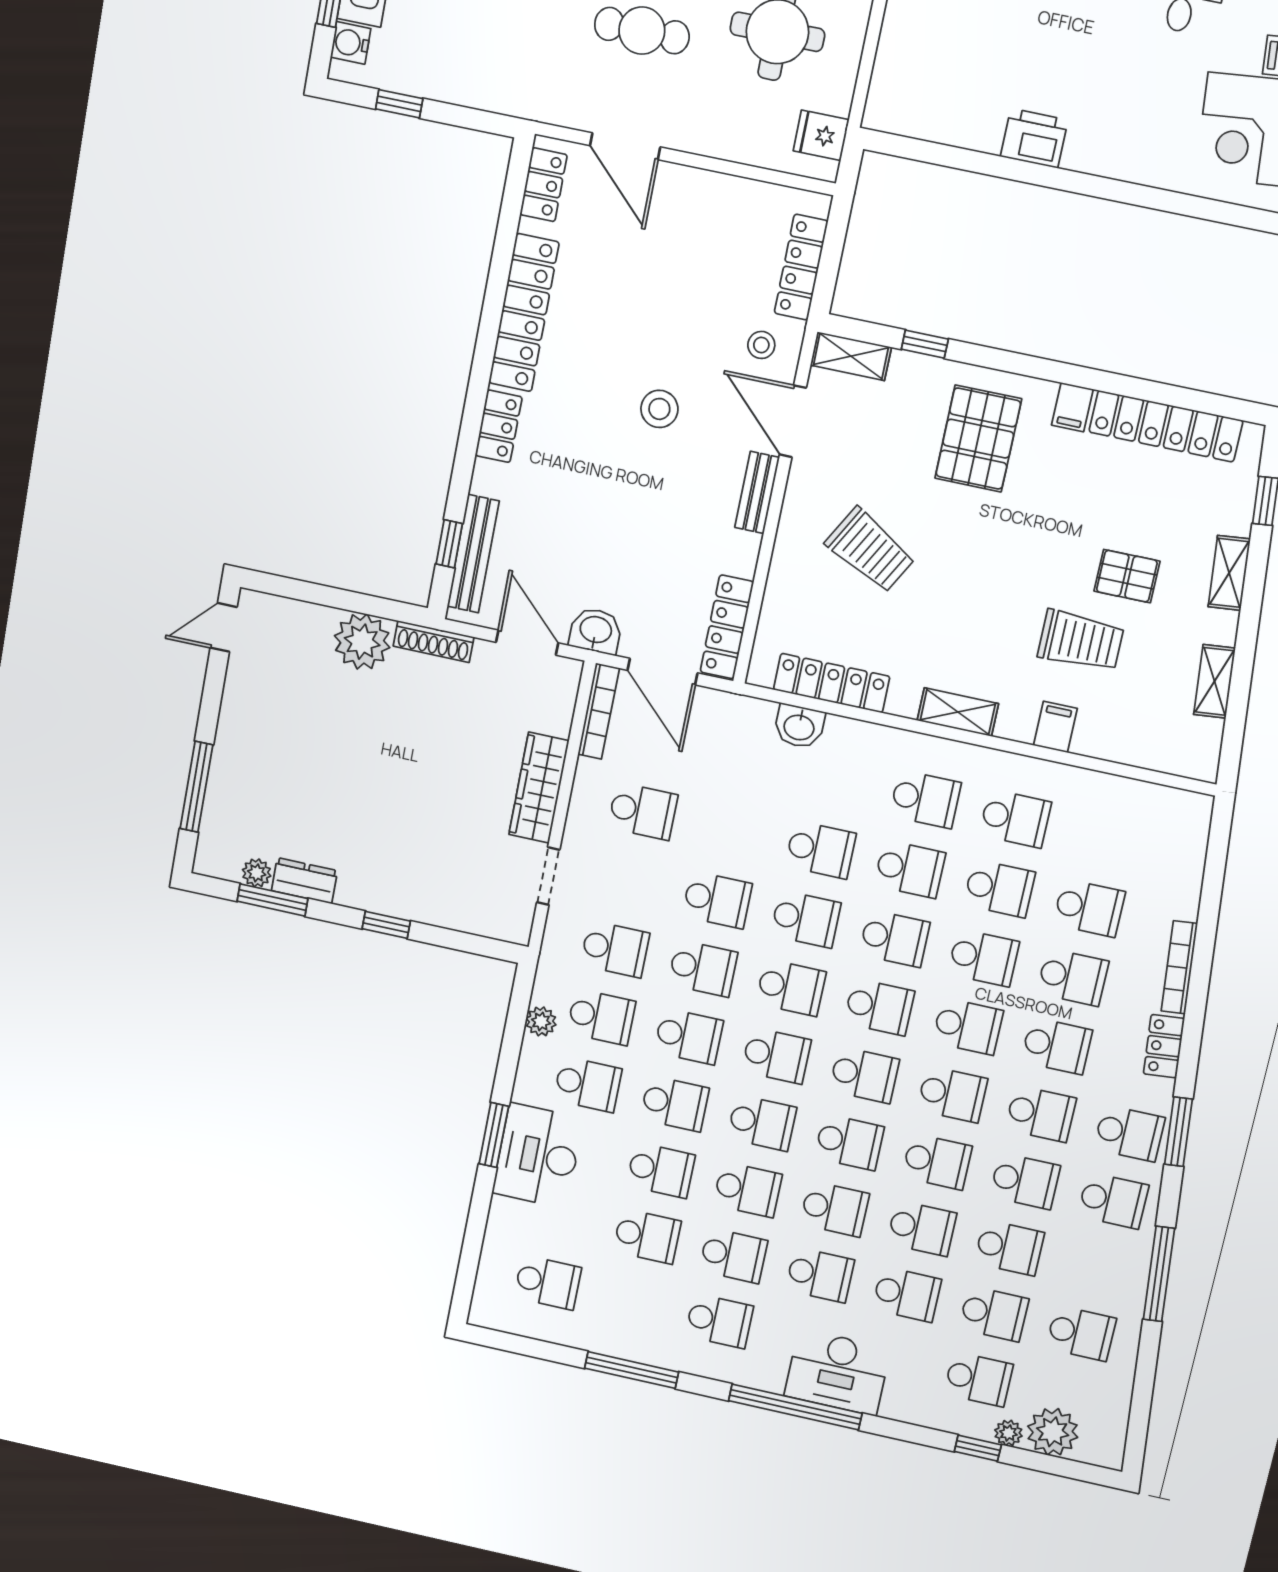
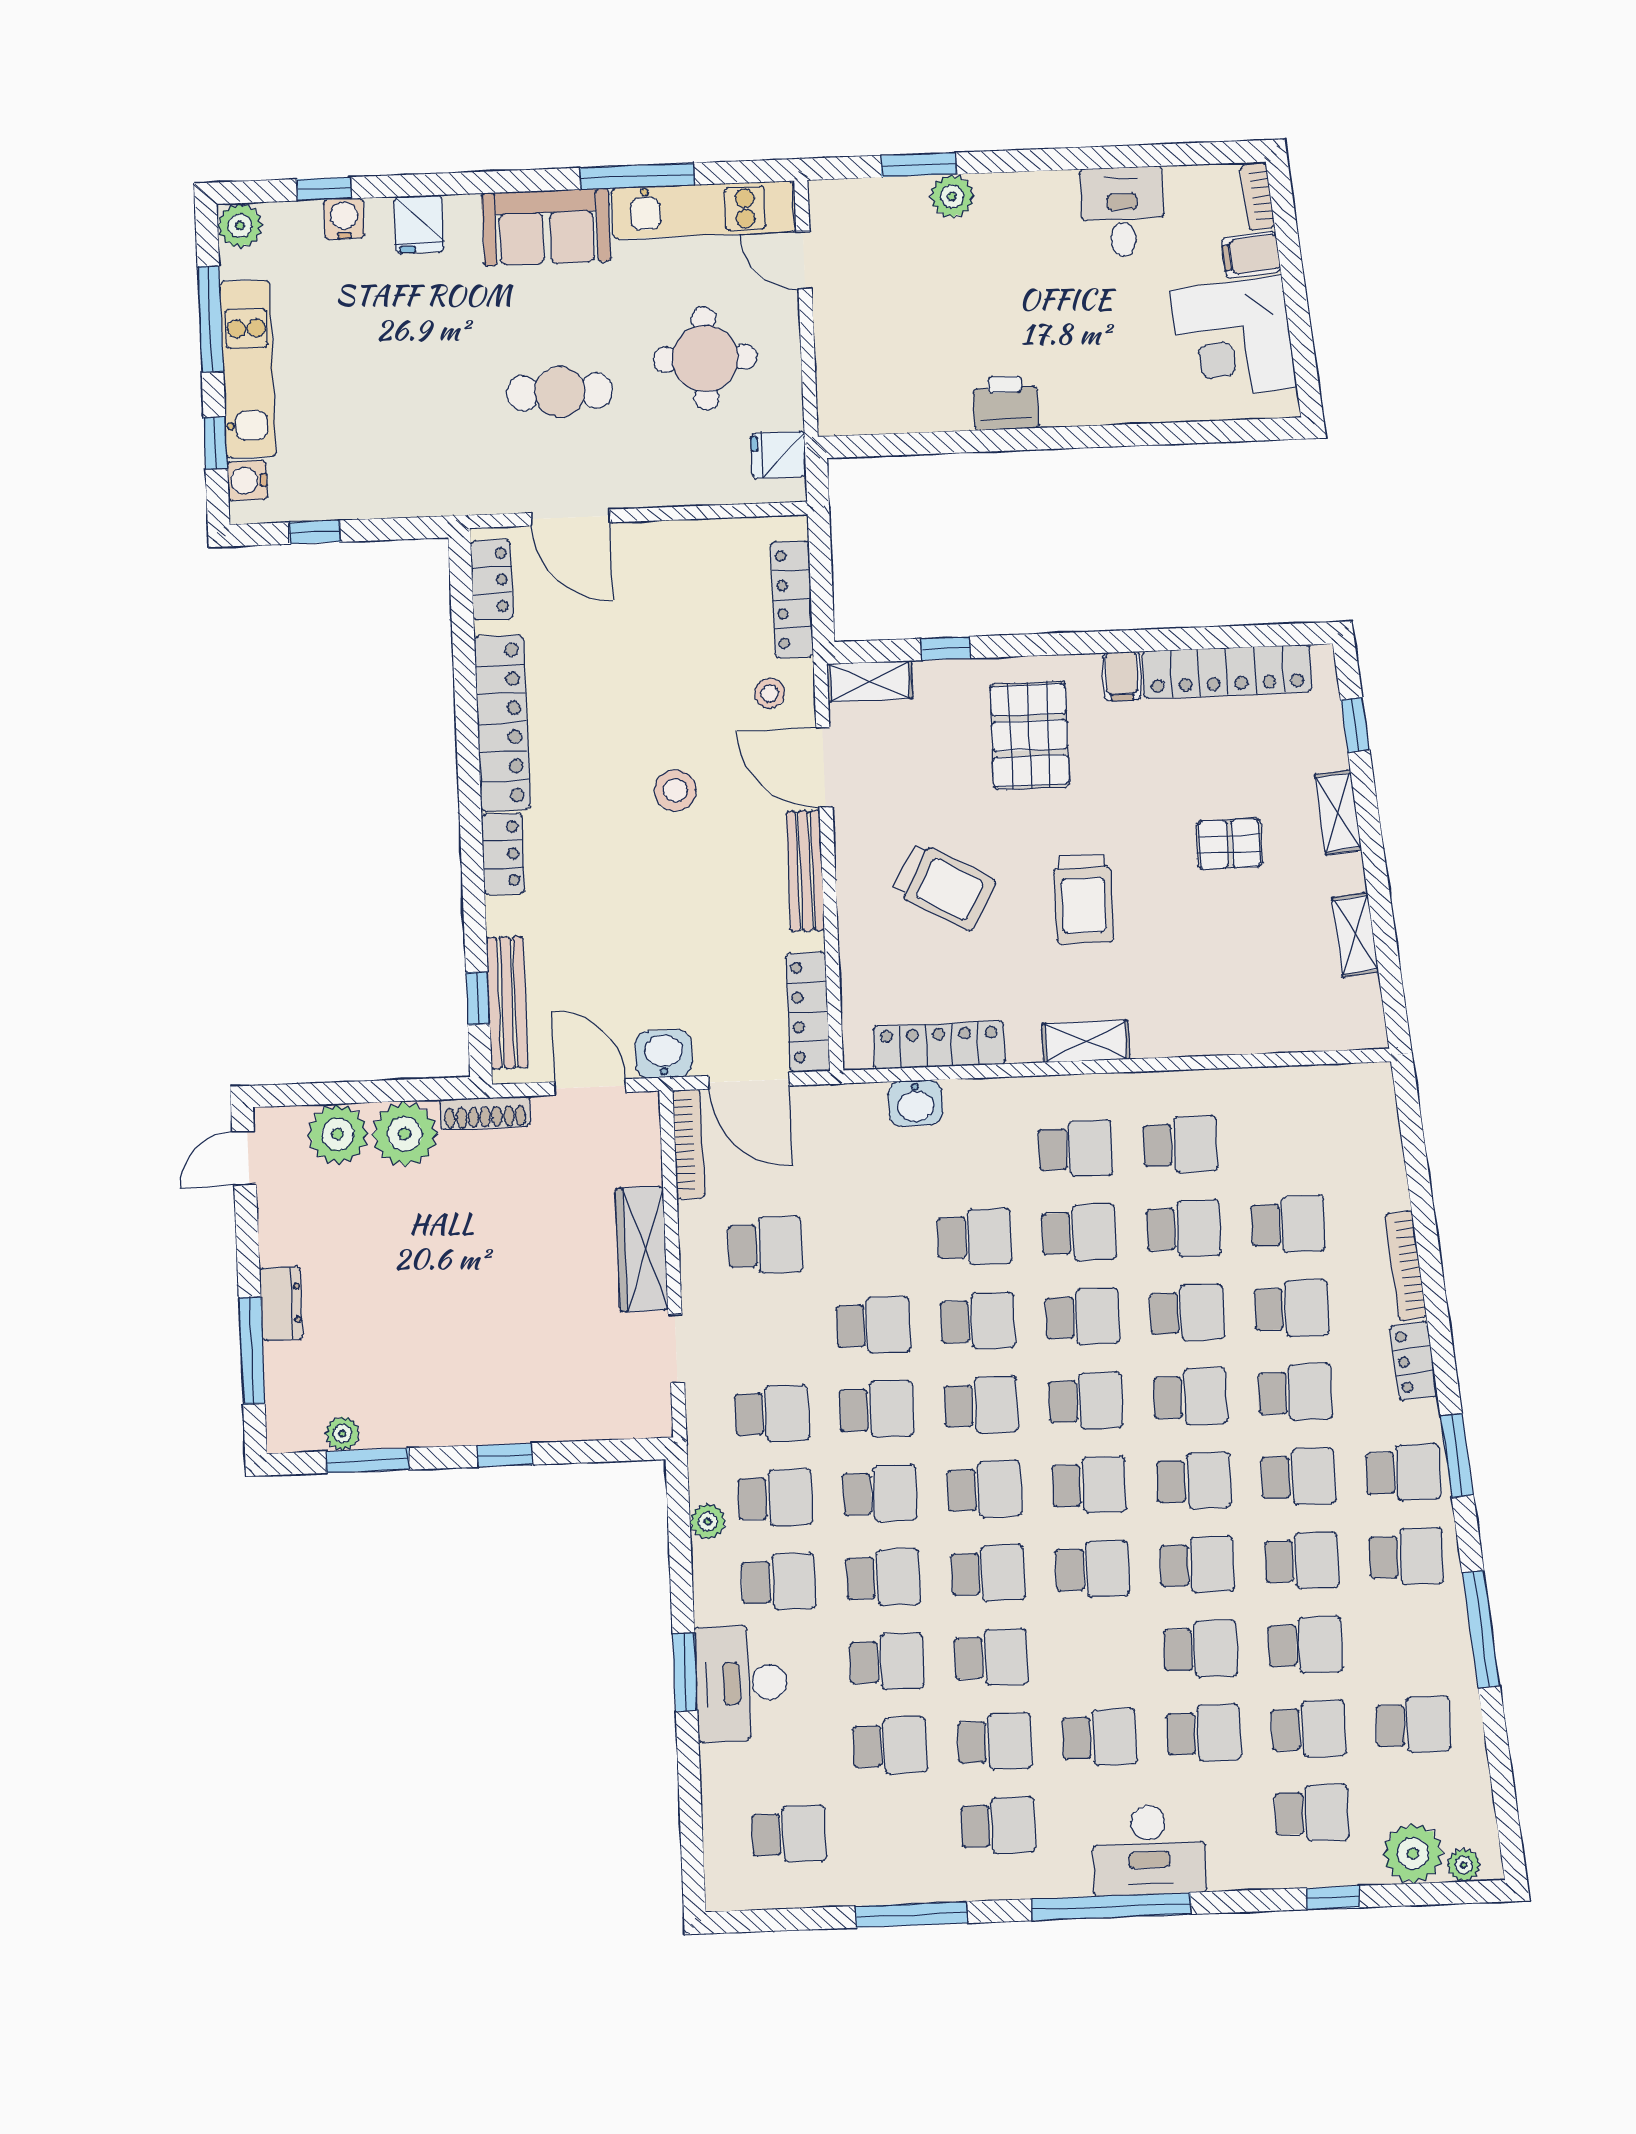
bench: (757, 493) -> (805, 871), width x1.36
plant: (306, 627) -> (338, 1134), added
trolley: (1081, 641) -> (1083, 899), moved, turned 90
filing cabinet: (1055, 727) -> (1197, 1030), removed
dresser: (304, 881) -> (281, 1304), moved, turned 90
school desk: (835, 1209) -> (1096, 1653), removed
plant: (1008, 1433) -> (1464, 1865), moved

